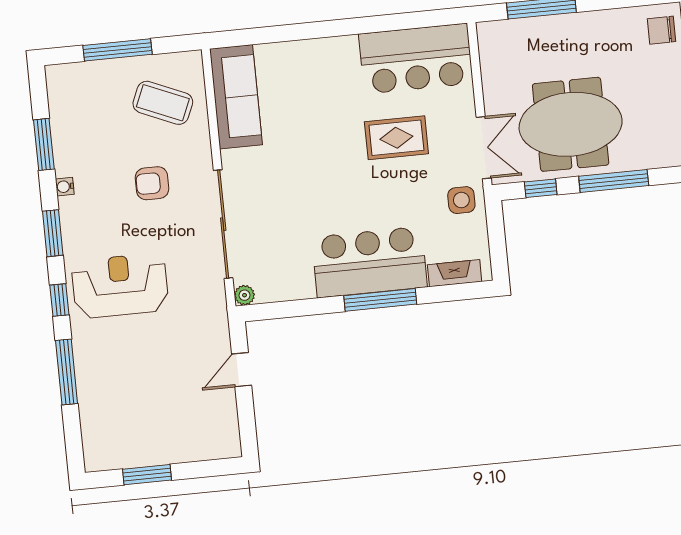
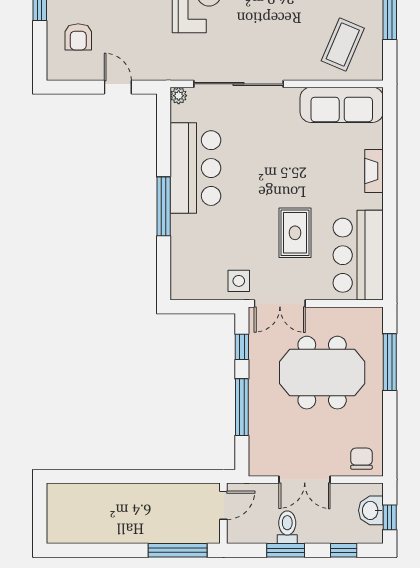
meeting table: (571, 124) -> (322, 373), moved, turned 90
armchair: (152, 183) -> (78, 37), moved, turned 180
bar counter: (369, 262) -> (195, 168), moved
fireplace: (455, 273) -> (374, 171), moved, turned 180

